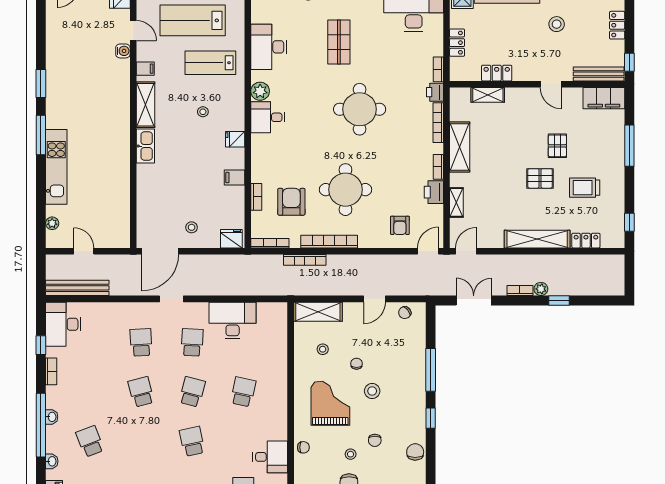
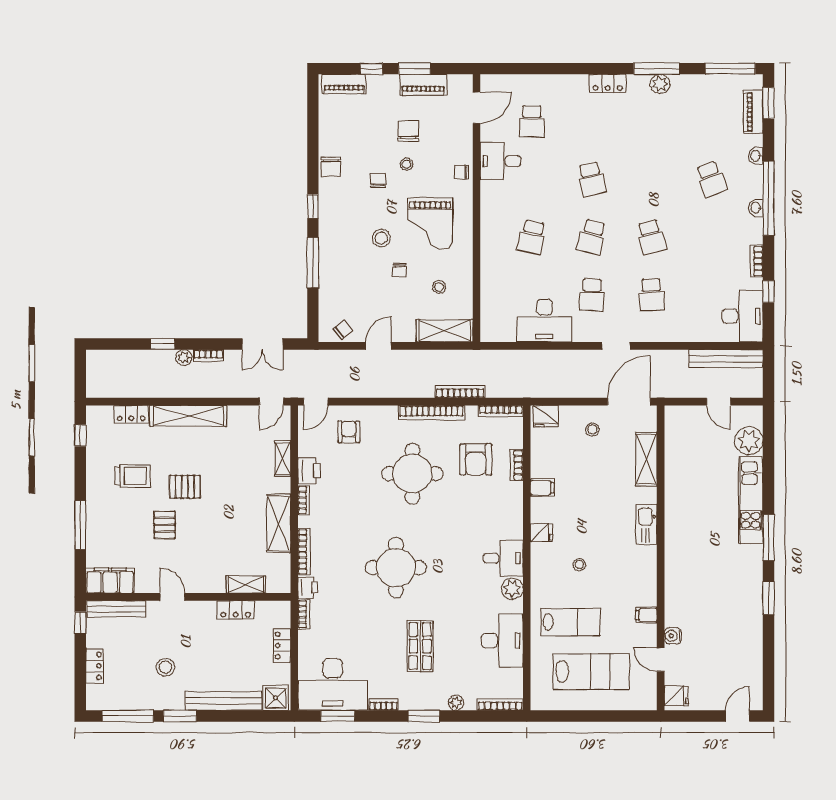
shelving: (146, 105) -> (646, 459), moved
plant: (52, 223) -> (749, 441), width x1.88, depth x1.88

